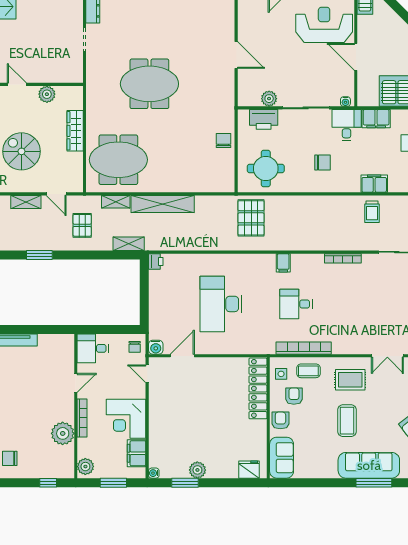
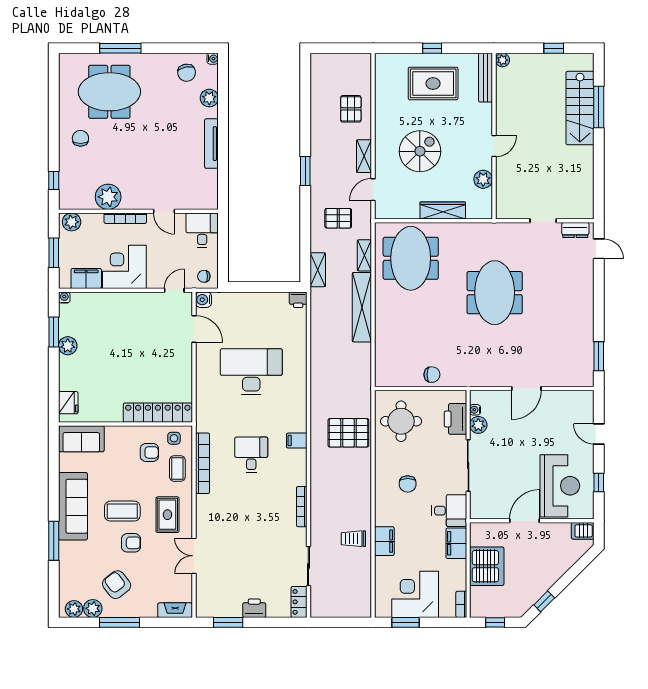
water cooler: (345, 102) -> (475, 410), moved
pallet: (251, 218) -> (348, 433), moved
armchair: (280, 420) -> (131, 543), moved
sofa: (369, 465) -> (73, 506), moved

